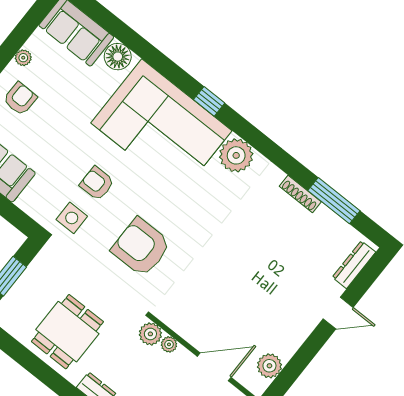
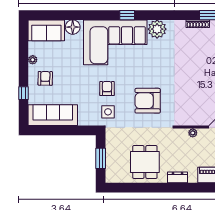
armchair: (97, 183) -> (107, 88), turned 90
plant: (150, 334) -> (181, 135), removed

